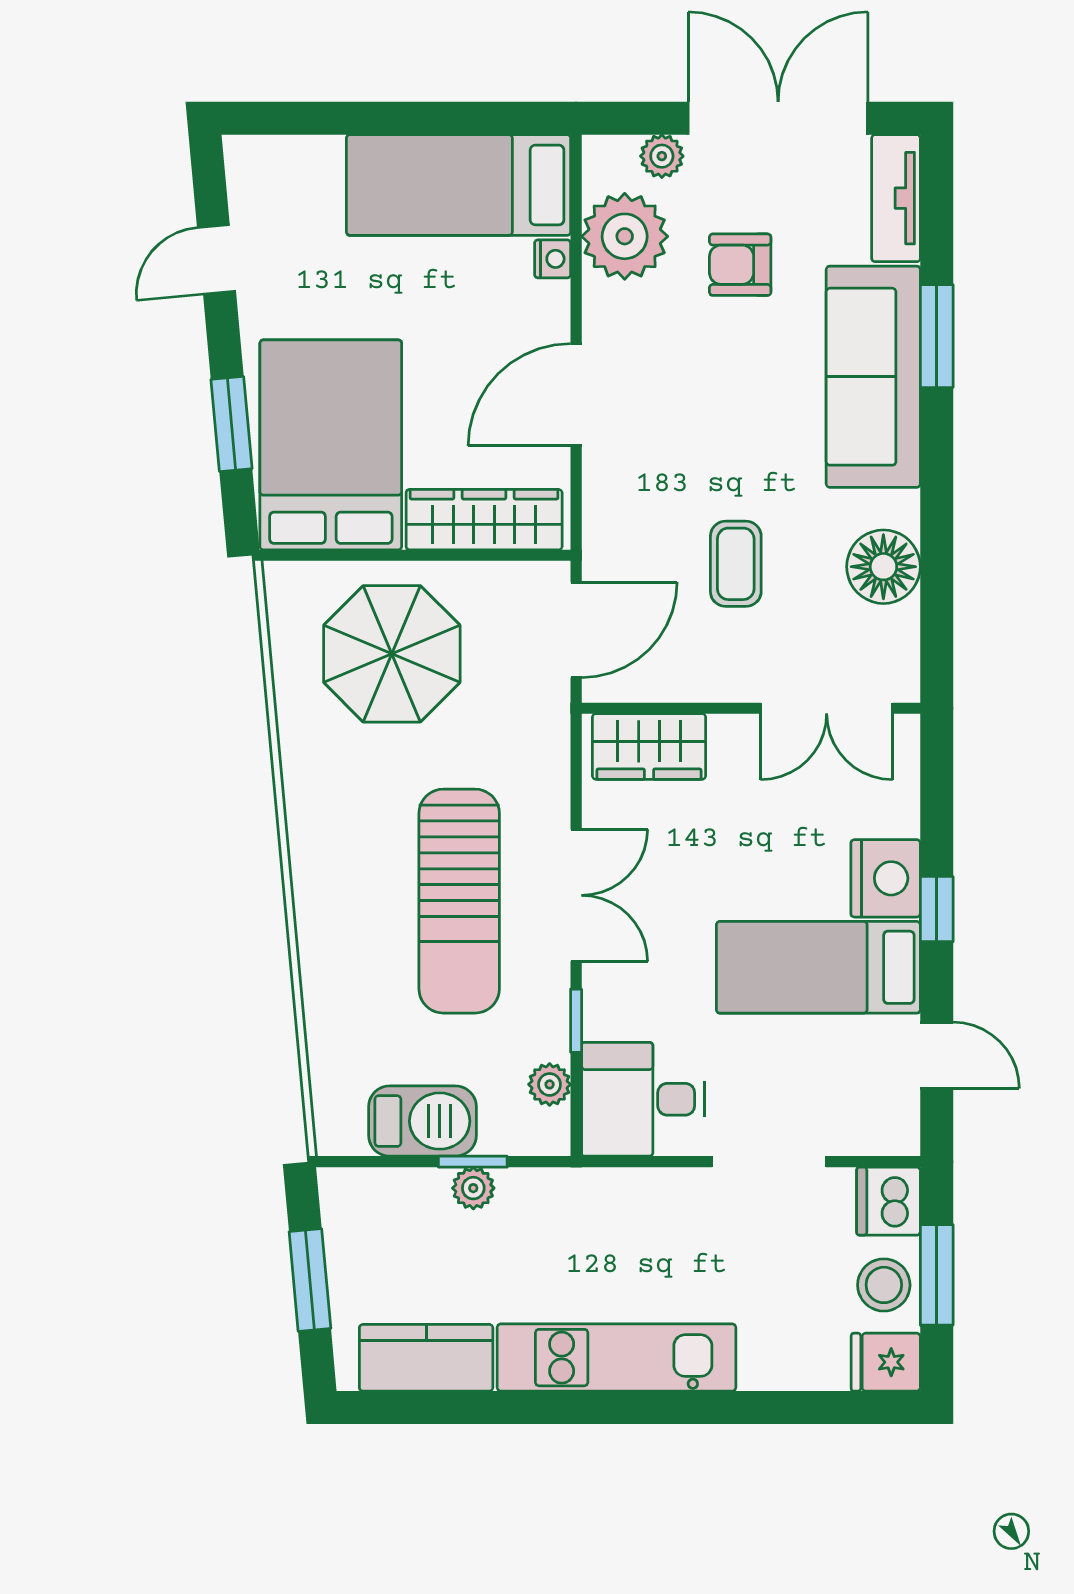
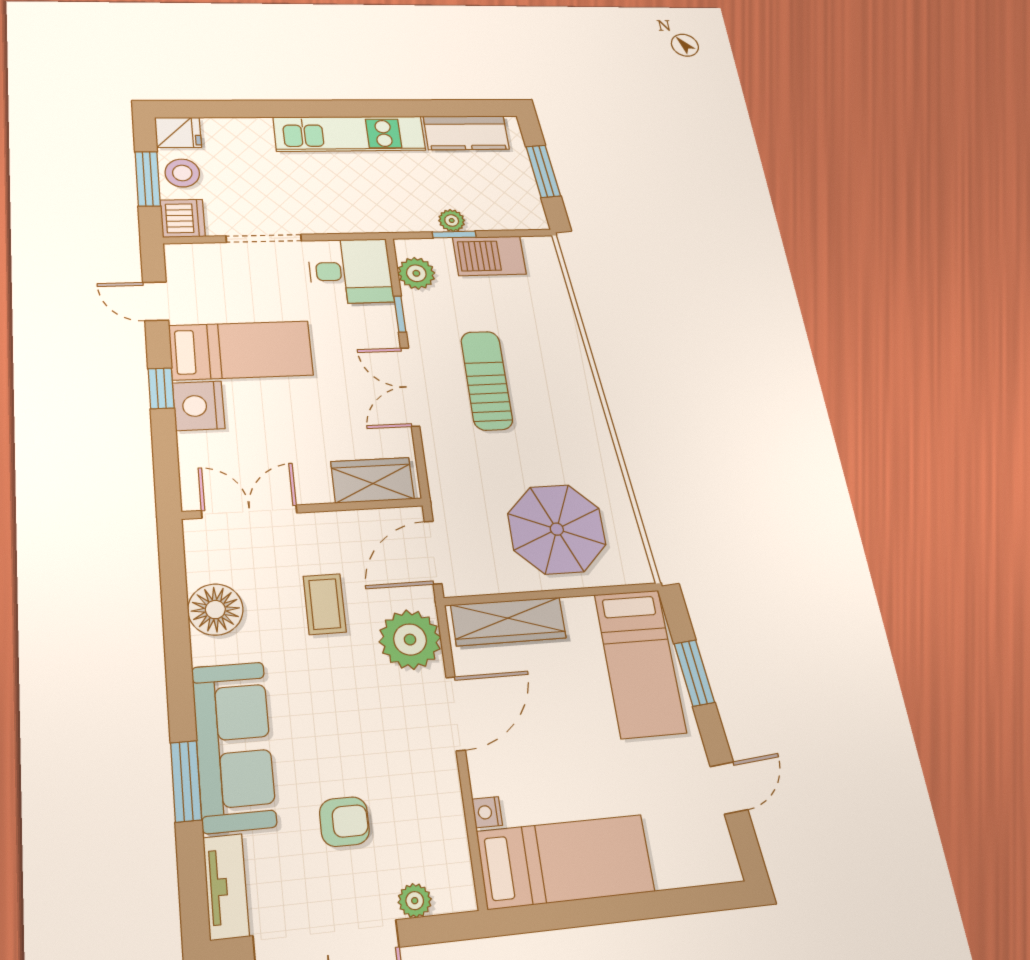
plant: (625, 236) -> (410, 640), moved
bed: (331, 445) -> (640, 663), width x0.67
sun lounger: (459, 901) -> (487, 380), width x0.73, depth x0.75
plant: (550, 1084) -> (416, 273), width x1.38, depth x1.38

